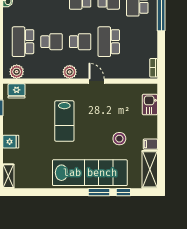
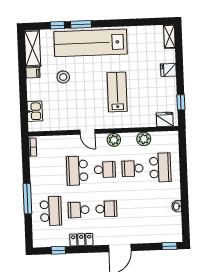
school desk: (80, 42) -> (105, 170), turned 180
school desk: (109, 42) -> (77, 171), turned 180
plant: (17, 72) -> (144, 139), moved

